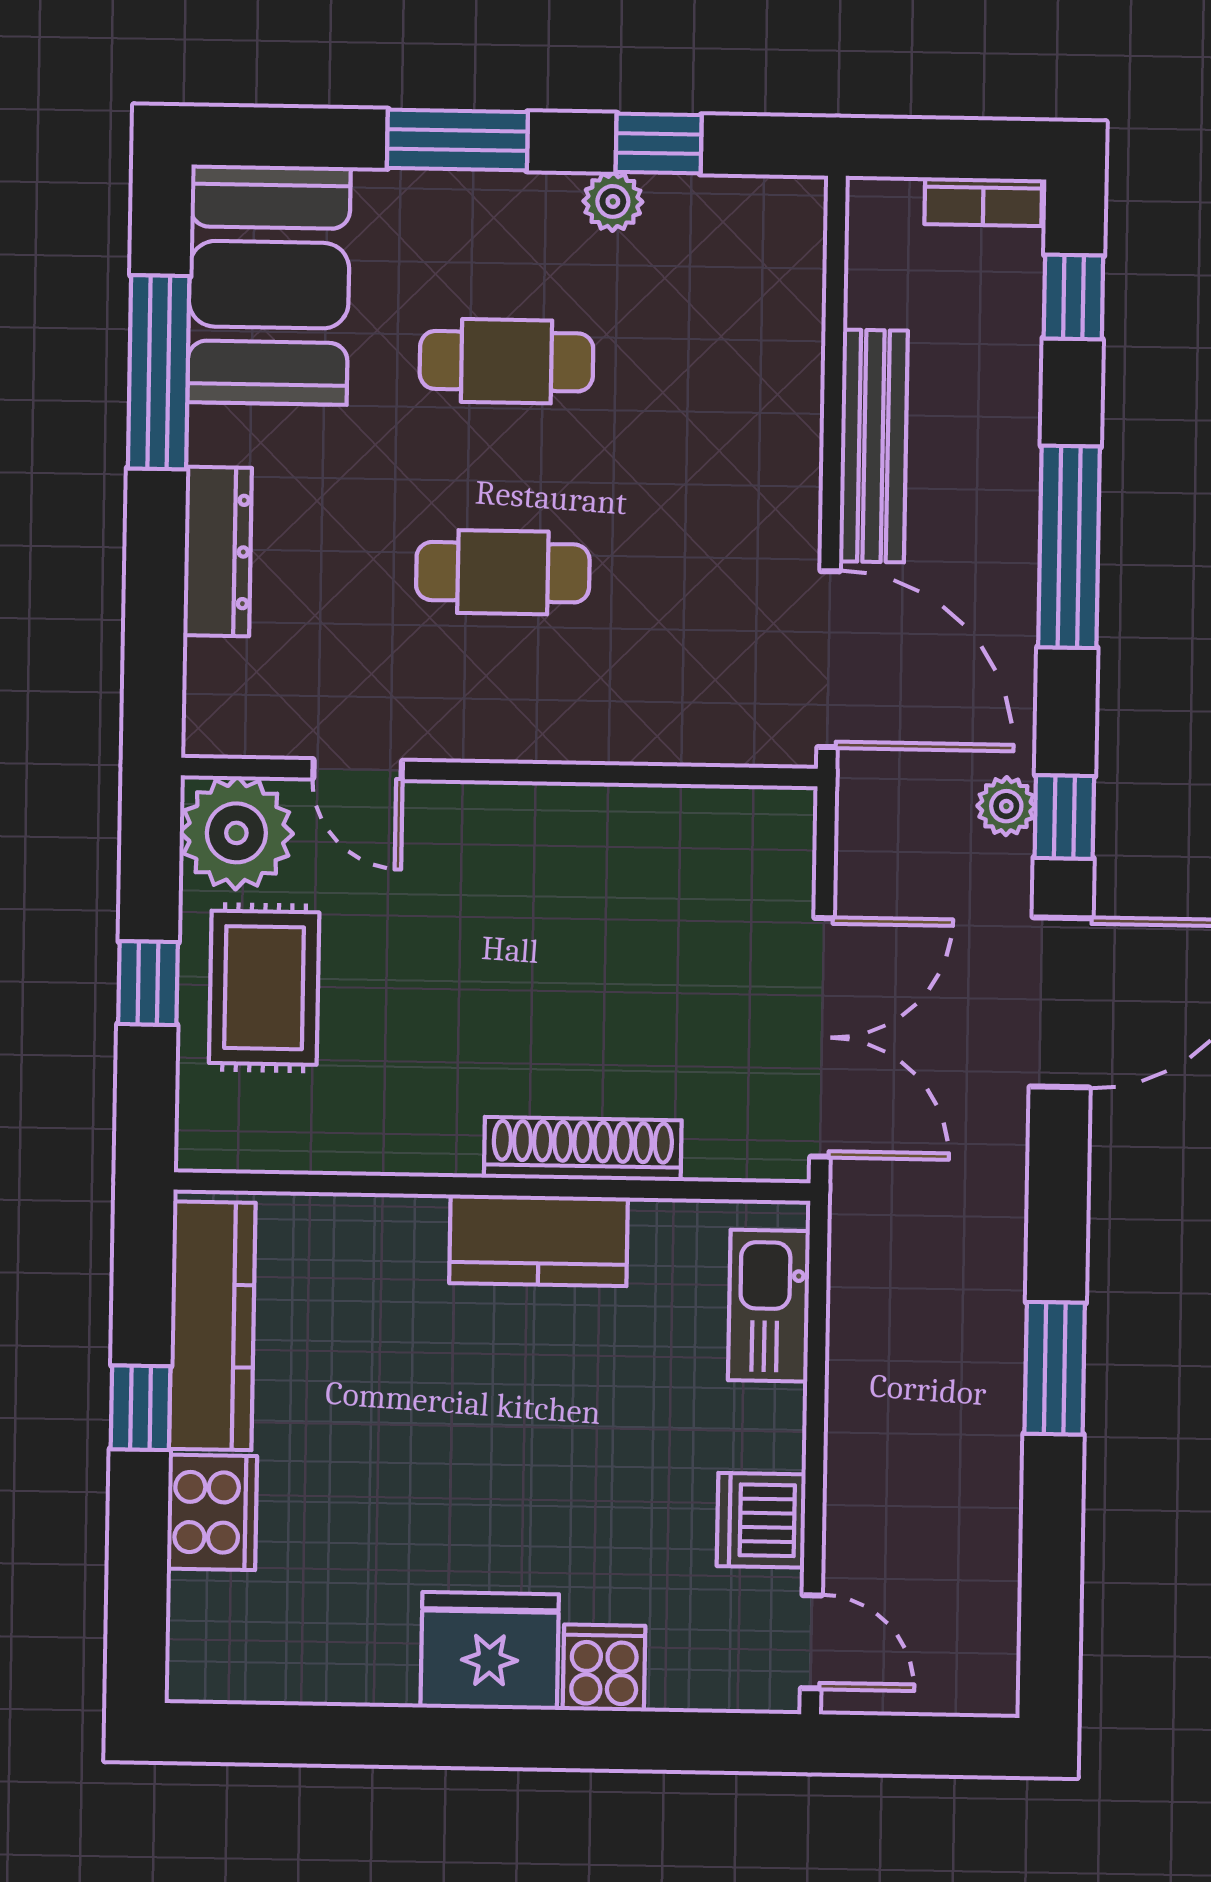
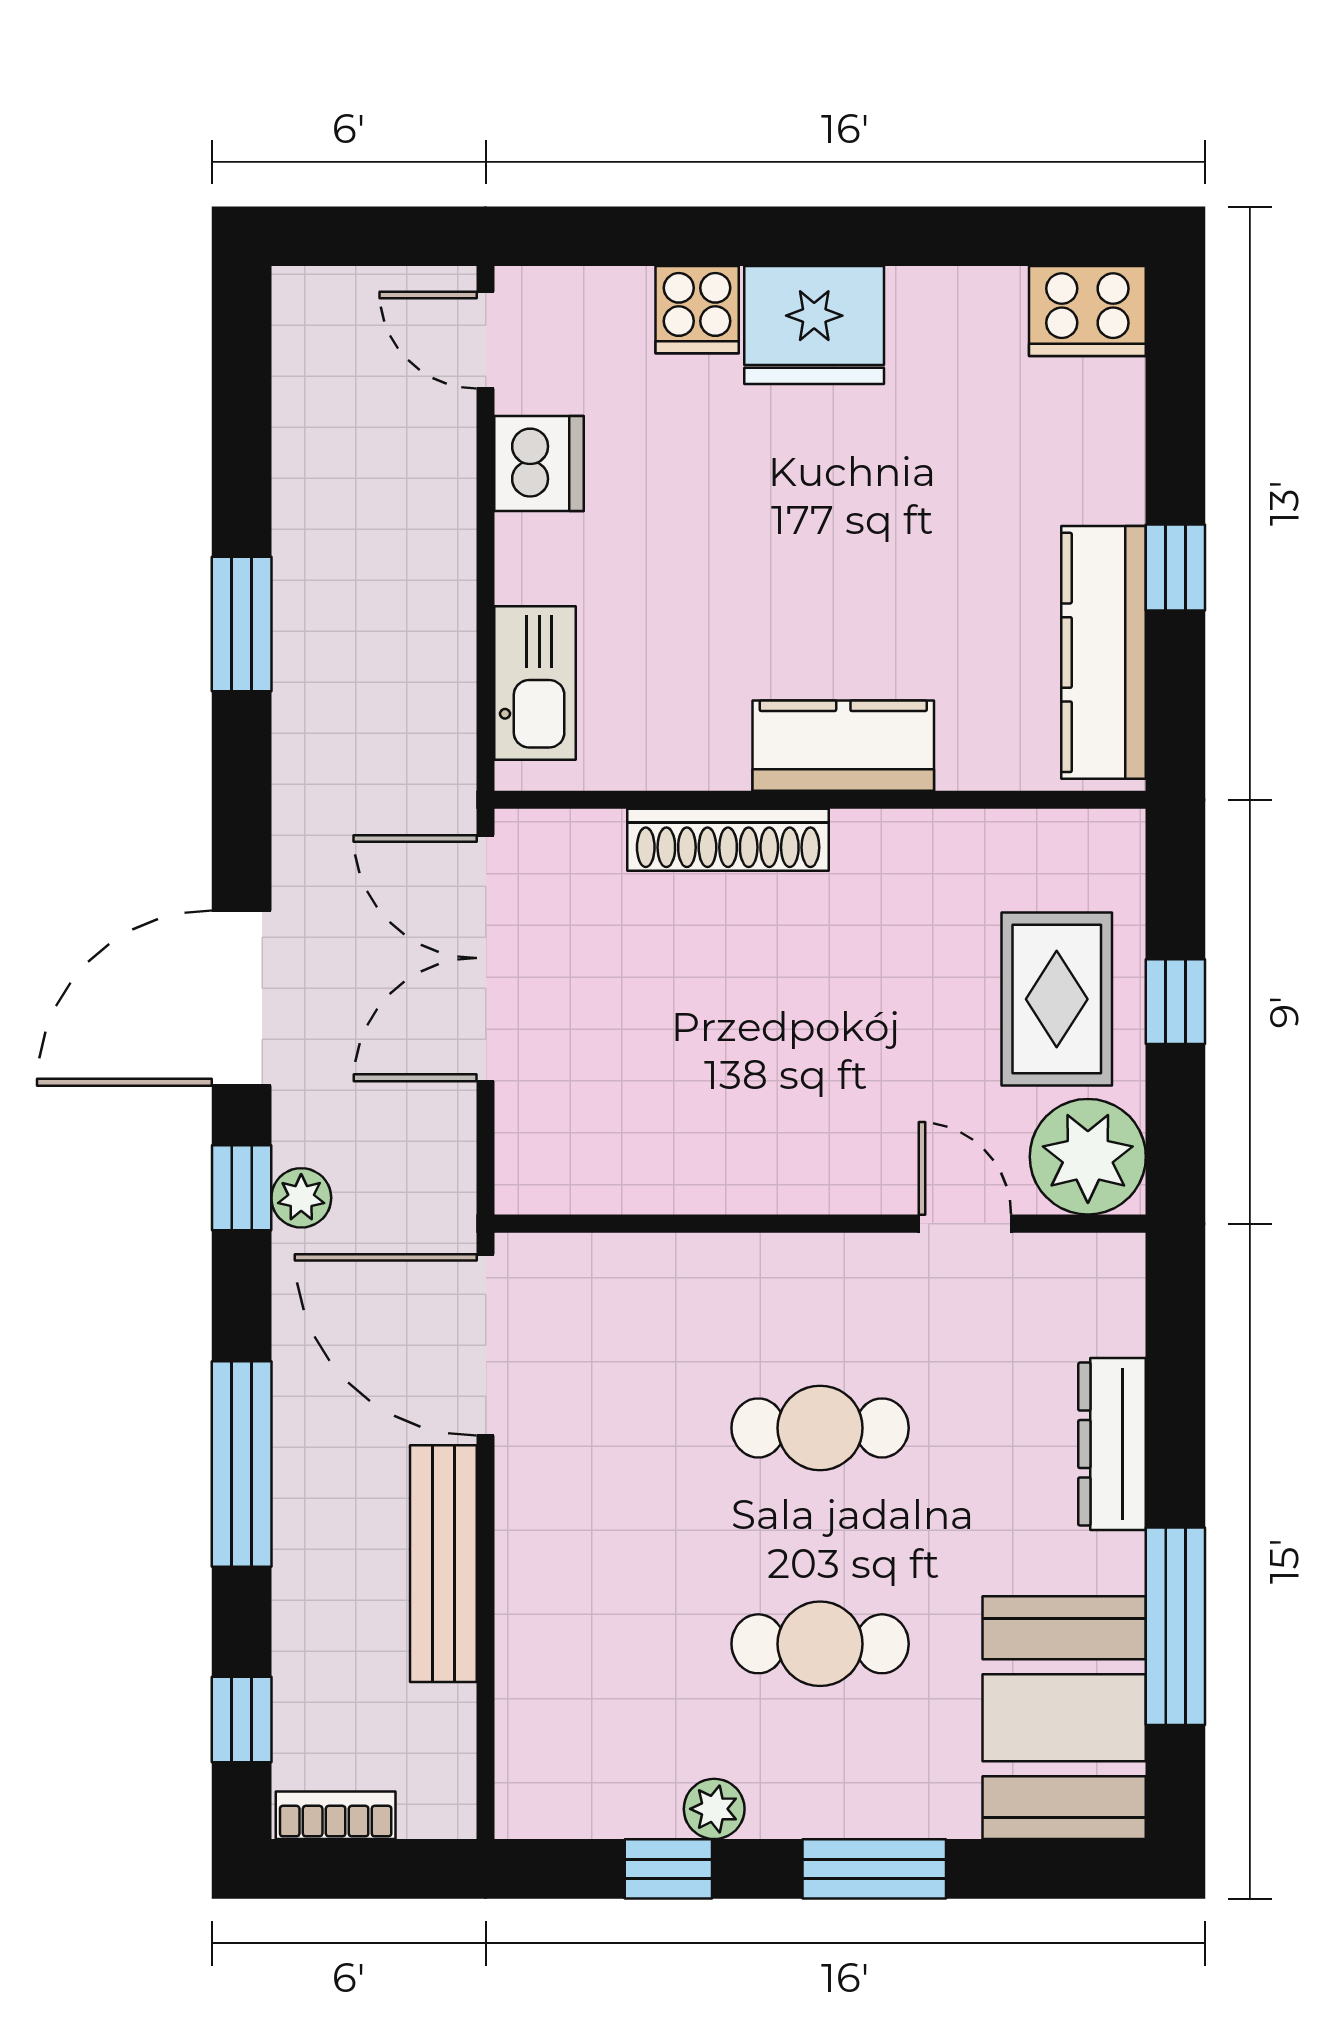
kitchen counter: (539, 1240) -> (843, 746), moved
cooker: (212, 1512) -> (1087, 311), moved, turned -90

